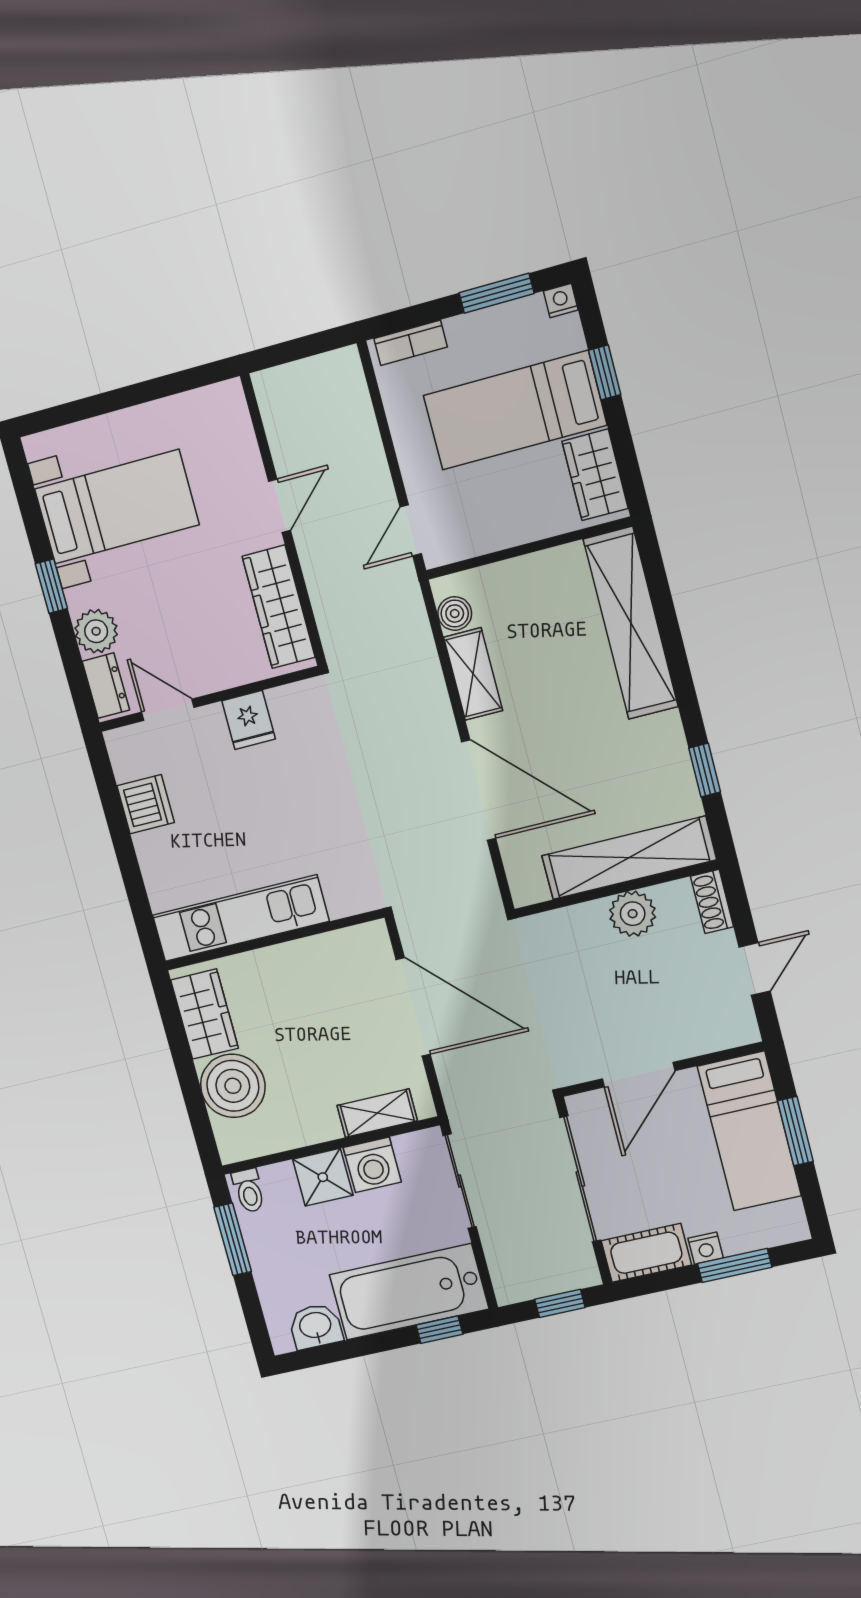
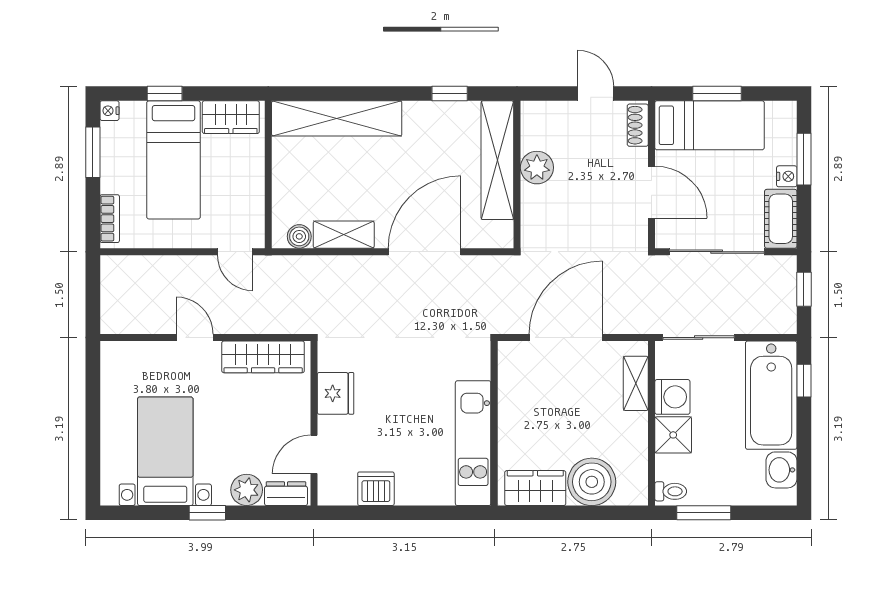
fridge: (249, 720) -> (336, 393), width x1.38
shoe rack: (712, 902) -> (638, 125), moved, turned 90

